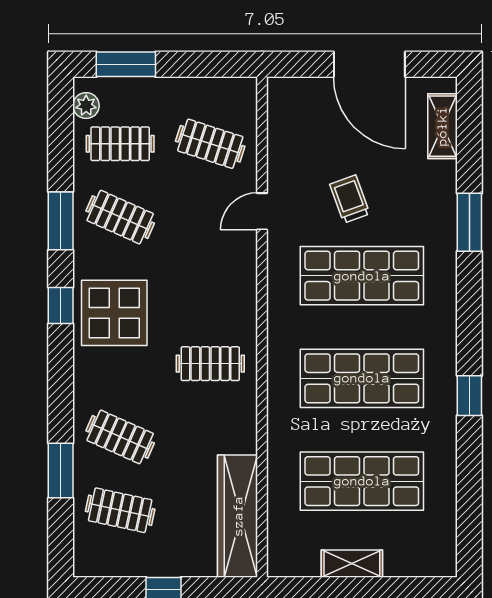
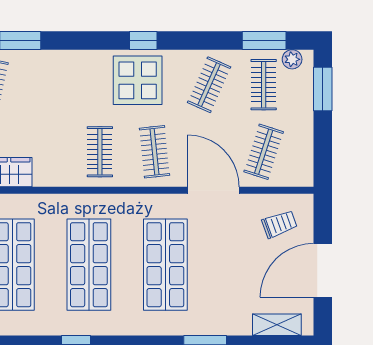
trolley: (350, 199) -> (279, 224), moved
door: (262, 211) -> (213, 190), width x1.87
window: (61, 221) -> (264, 40), moved
clothes rail: (120, 437) -> (154, 152), moved, turned -30

